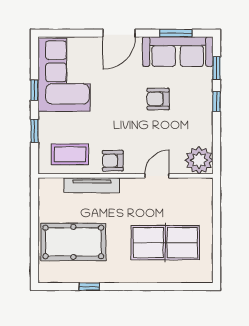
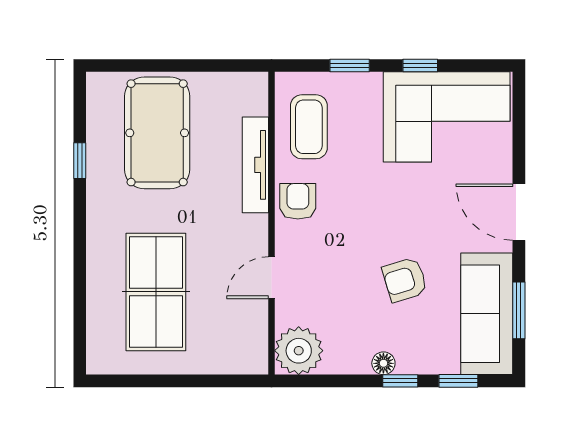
armchair: (158, 99) -> (405, 280), turned -107
floor lamp: (206, 111) -> (383, 363), added
door: (157, 176) -> (272, 278), swing flipped

